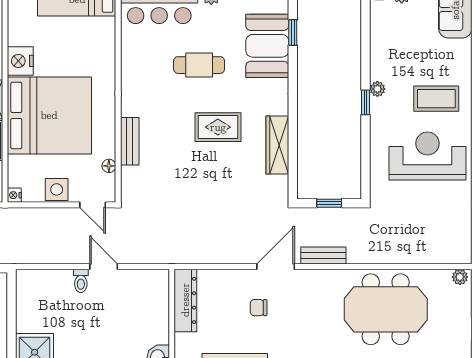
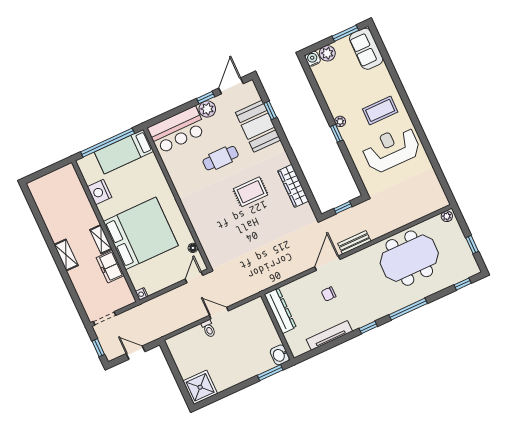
nightstand: (20, 61) -> (99, 192), moved
bench: (130, 141) -> (199, 226), removed
side table: (57, 189) -> (167, 278), removed
door: (93, 205) -> (194, 277), swing flipped

